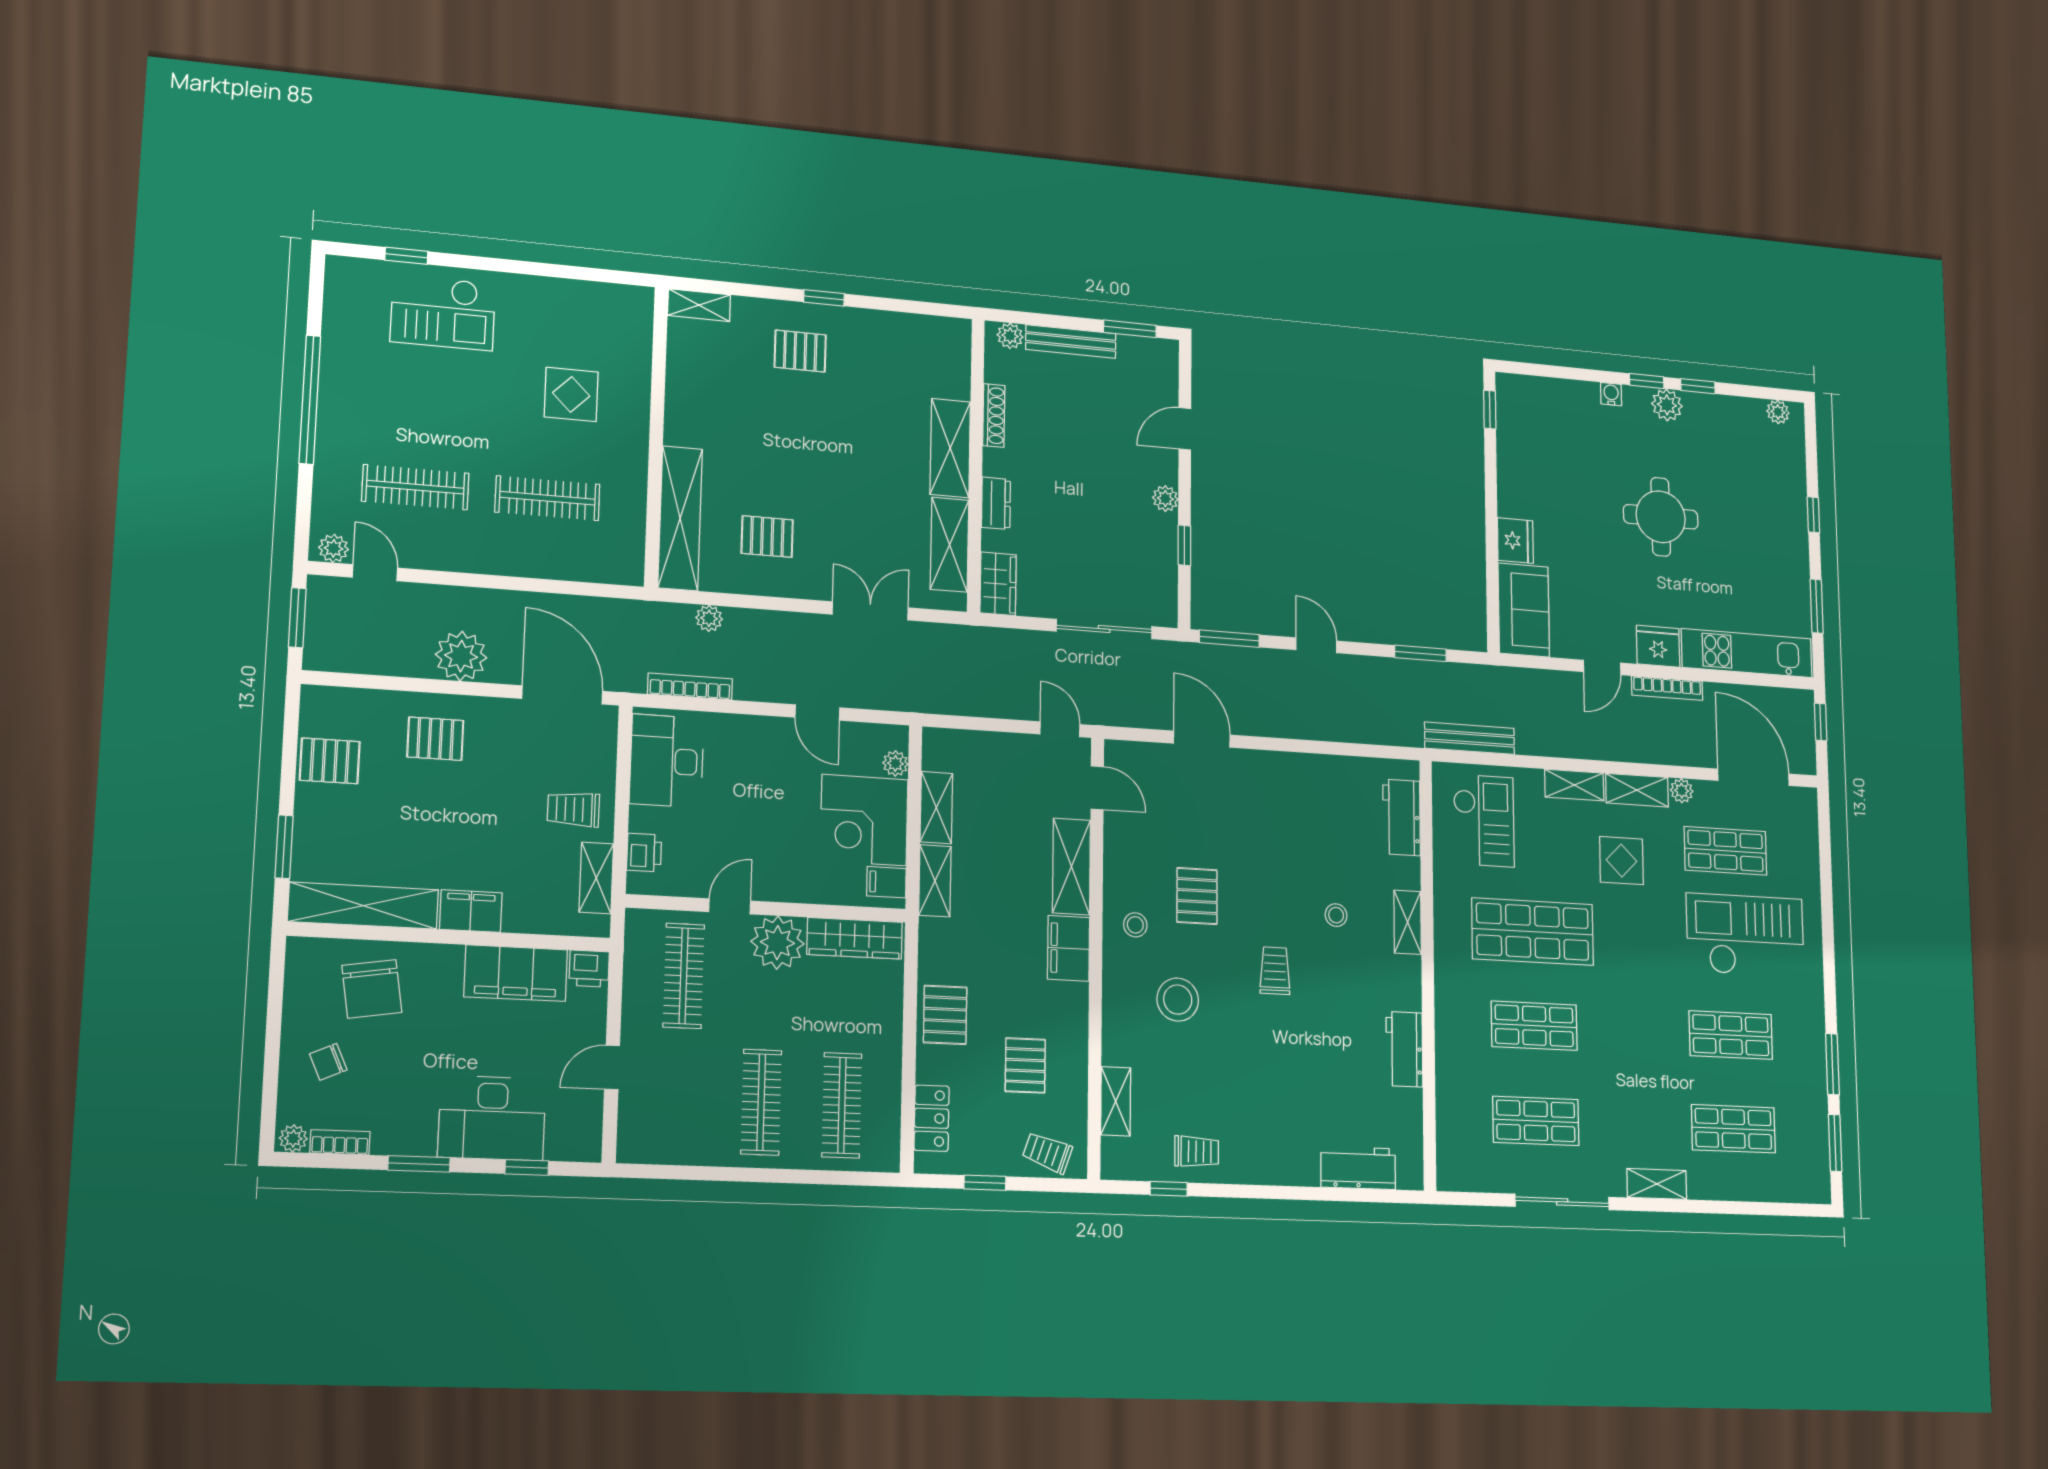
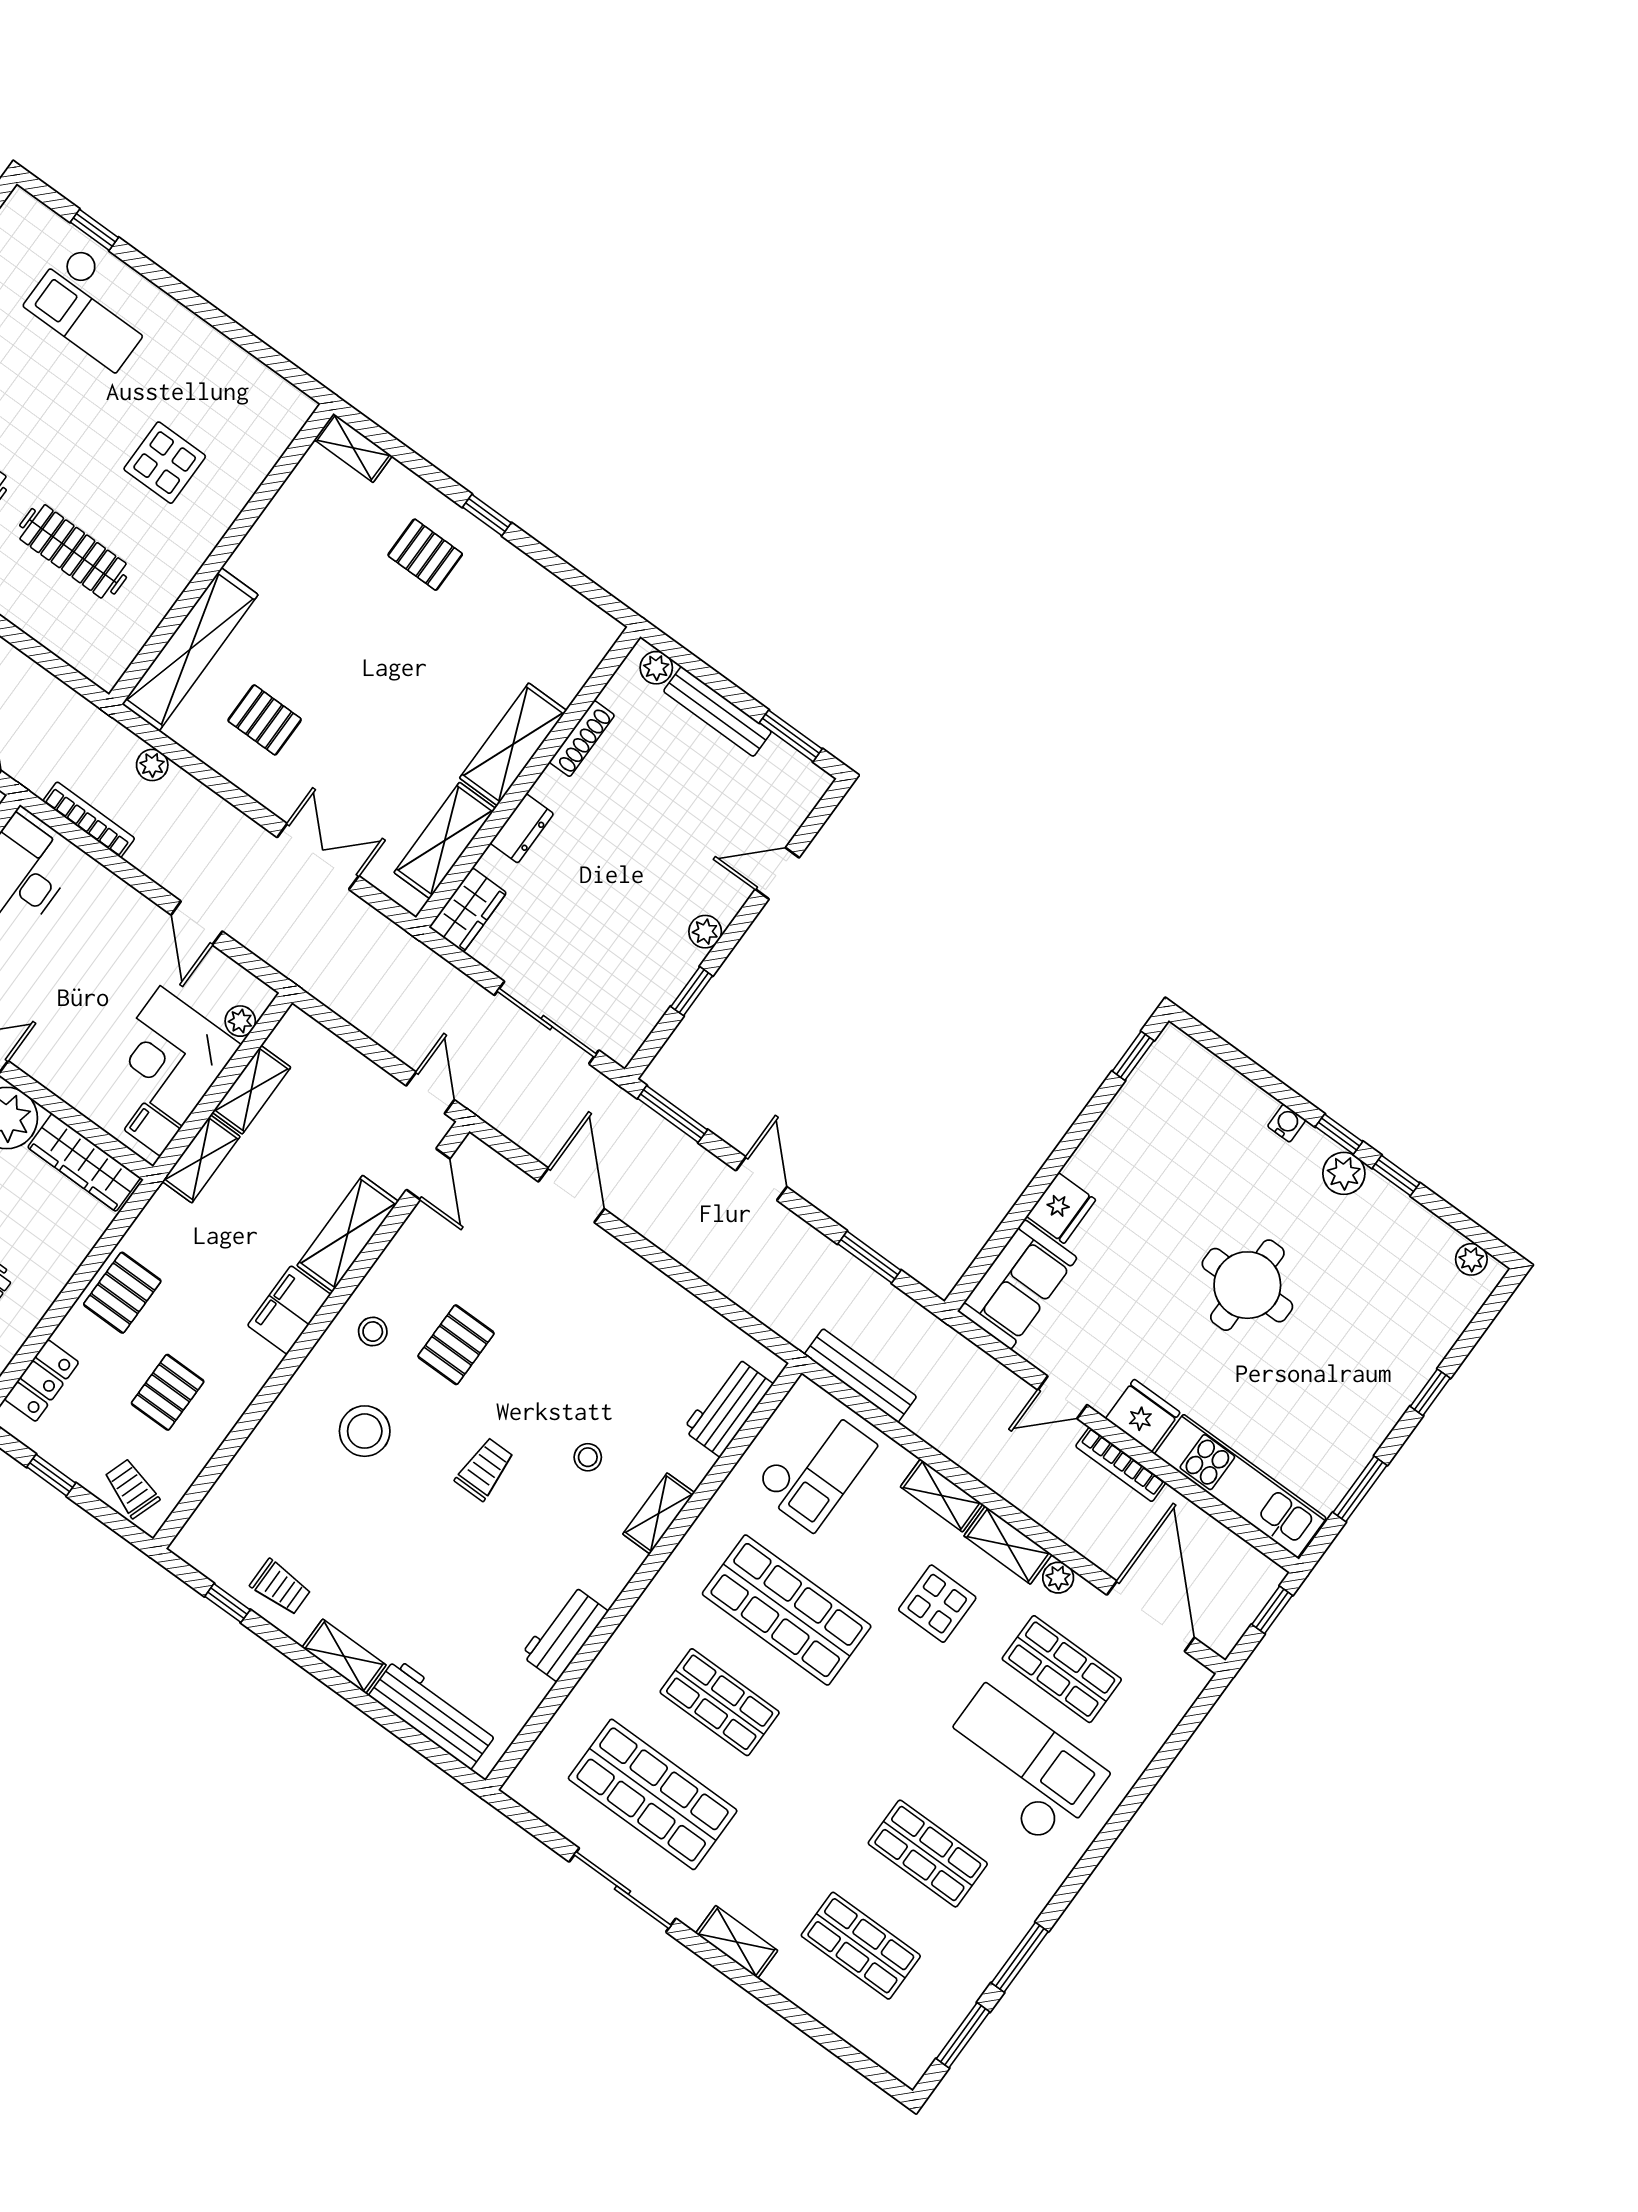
shelving: (1116, 1101) -> (344, 1656), moved, turned 90
shop shelf: (1536, 1121) -> (653, 1794), width x1.43, depth x1.36
workbench: (1358, 1168) -> (433, 1714), width x1.37

